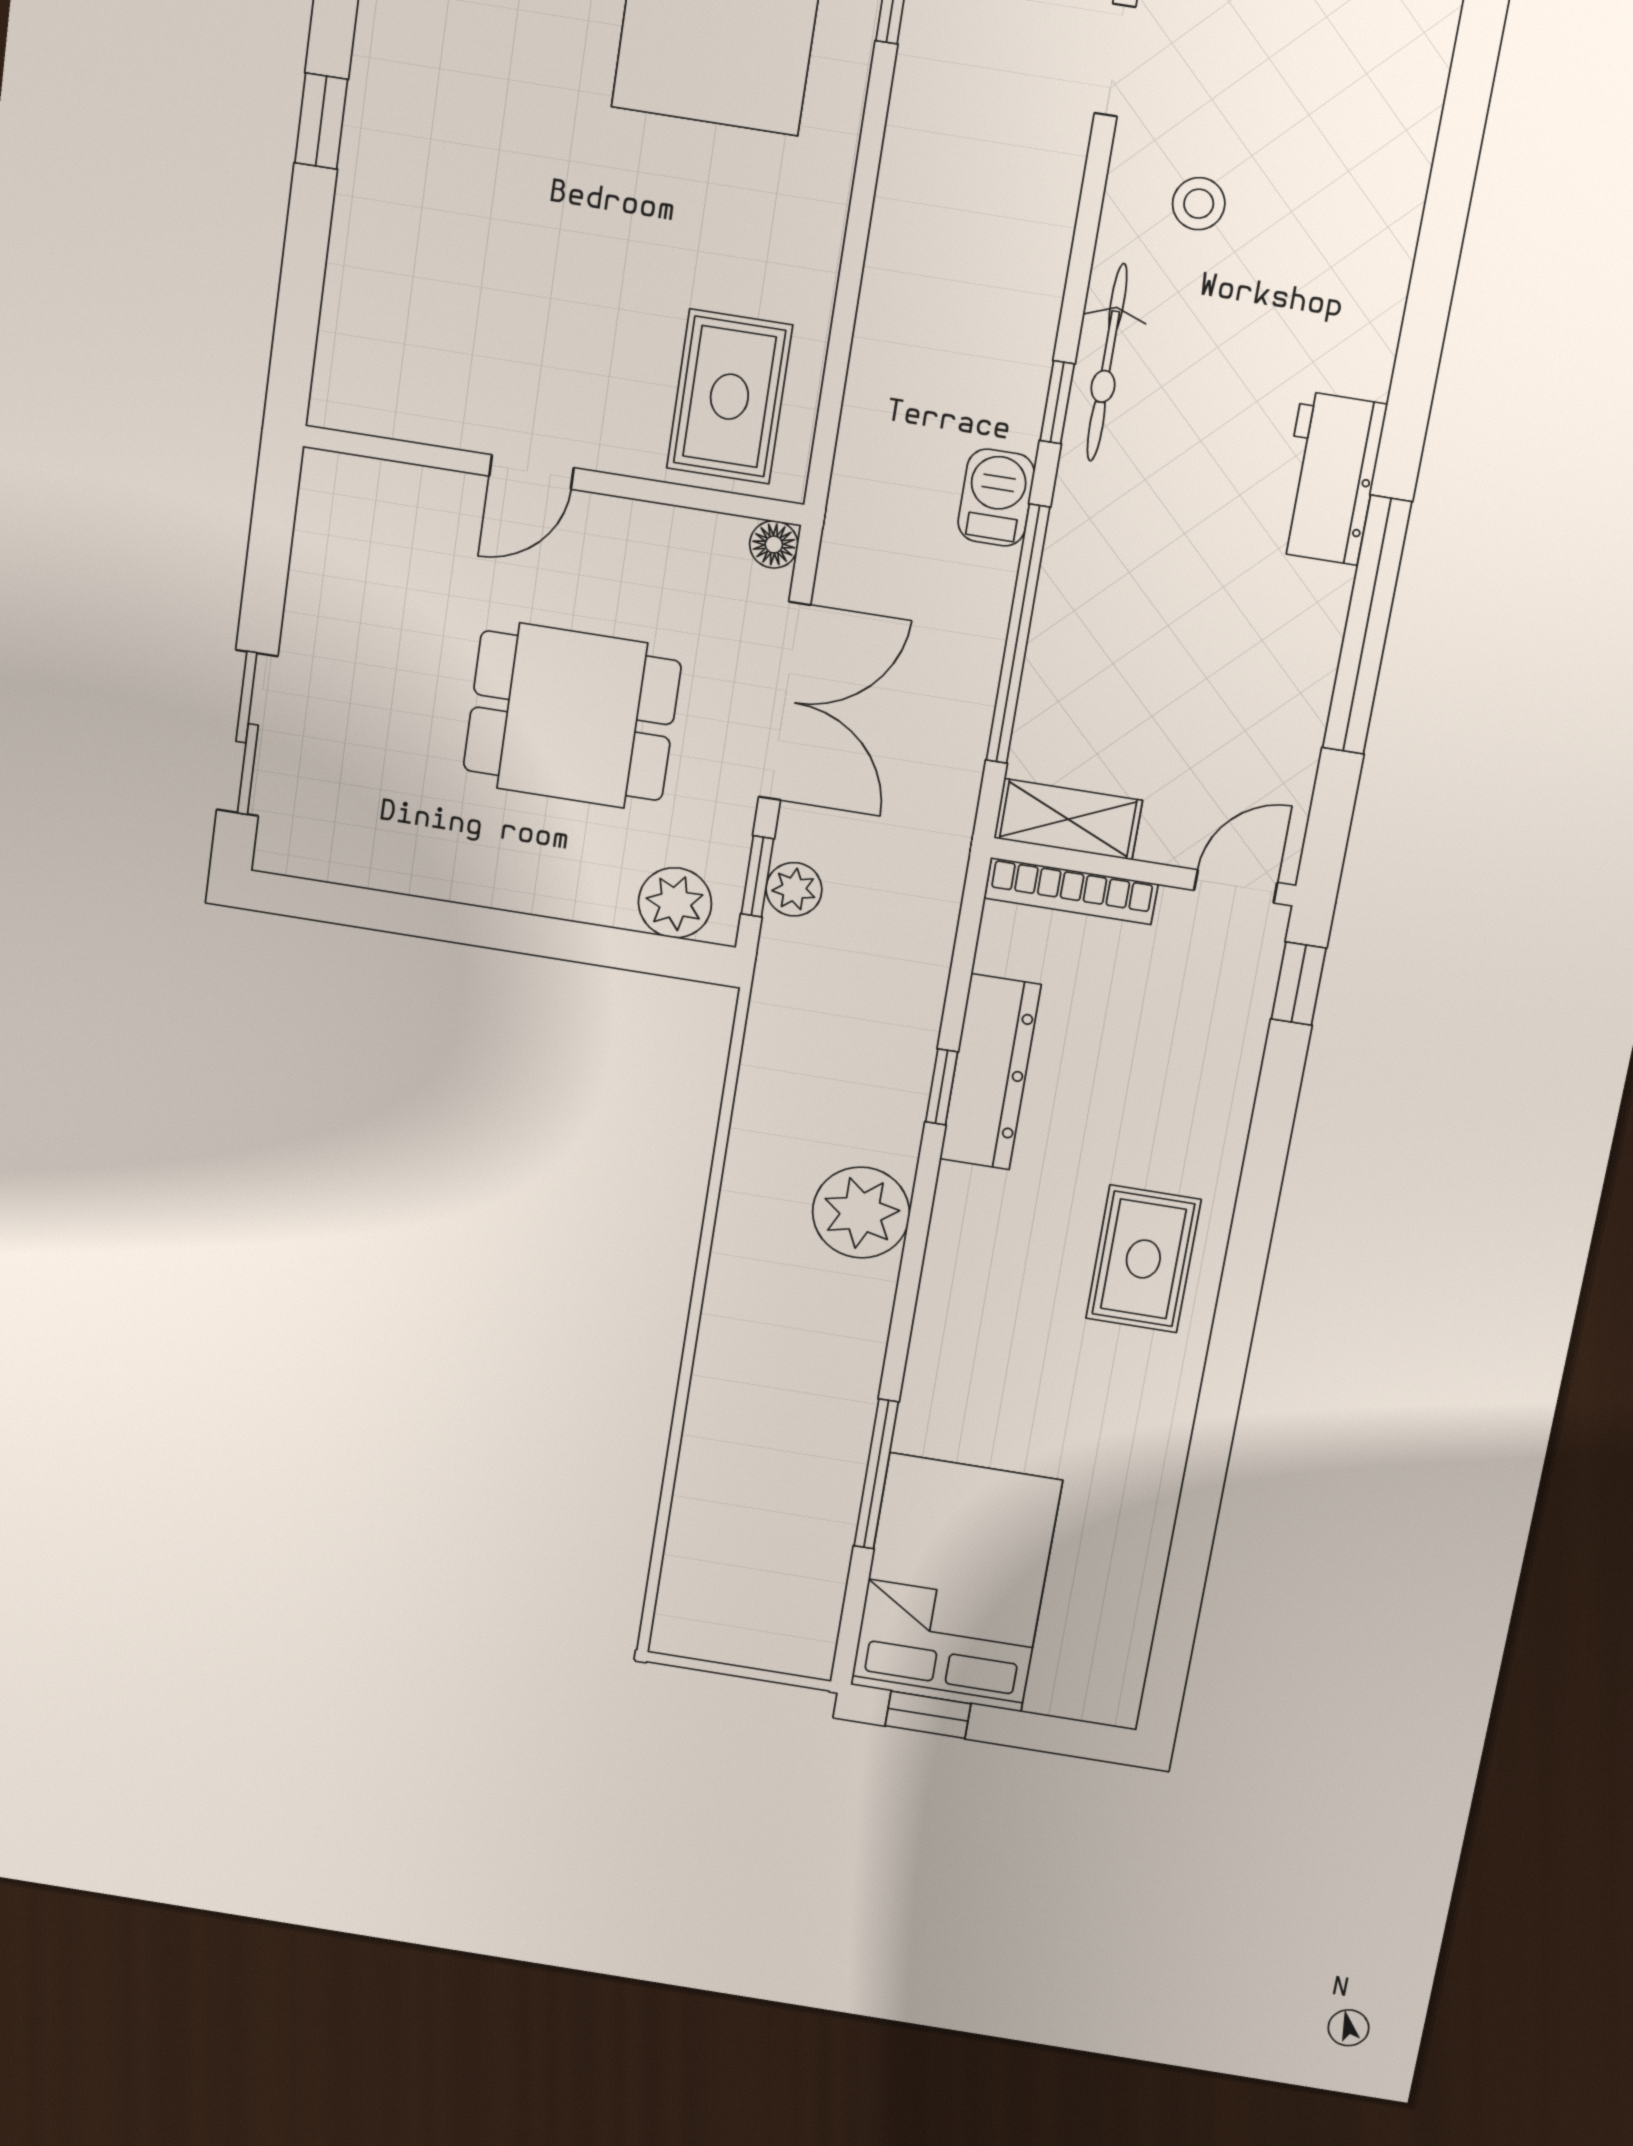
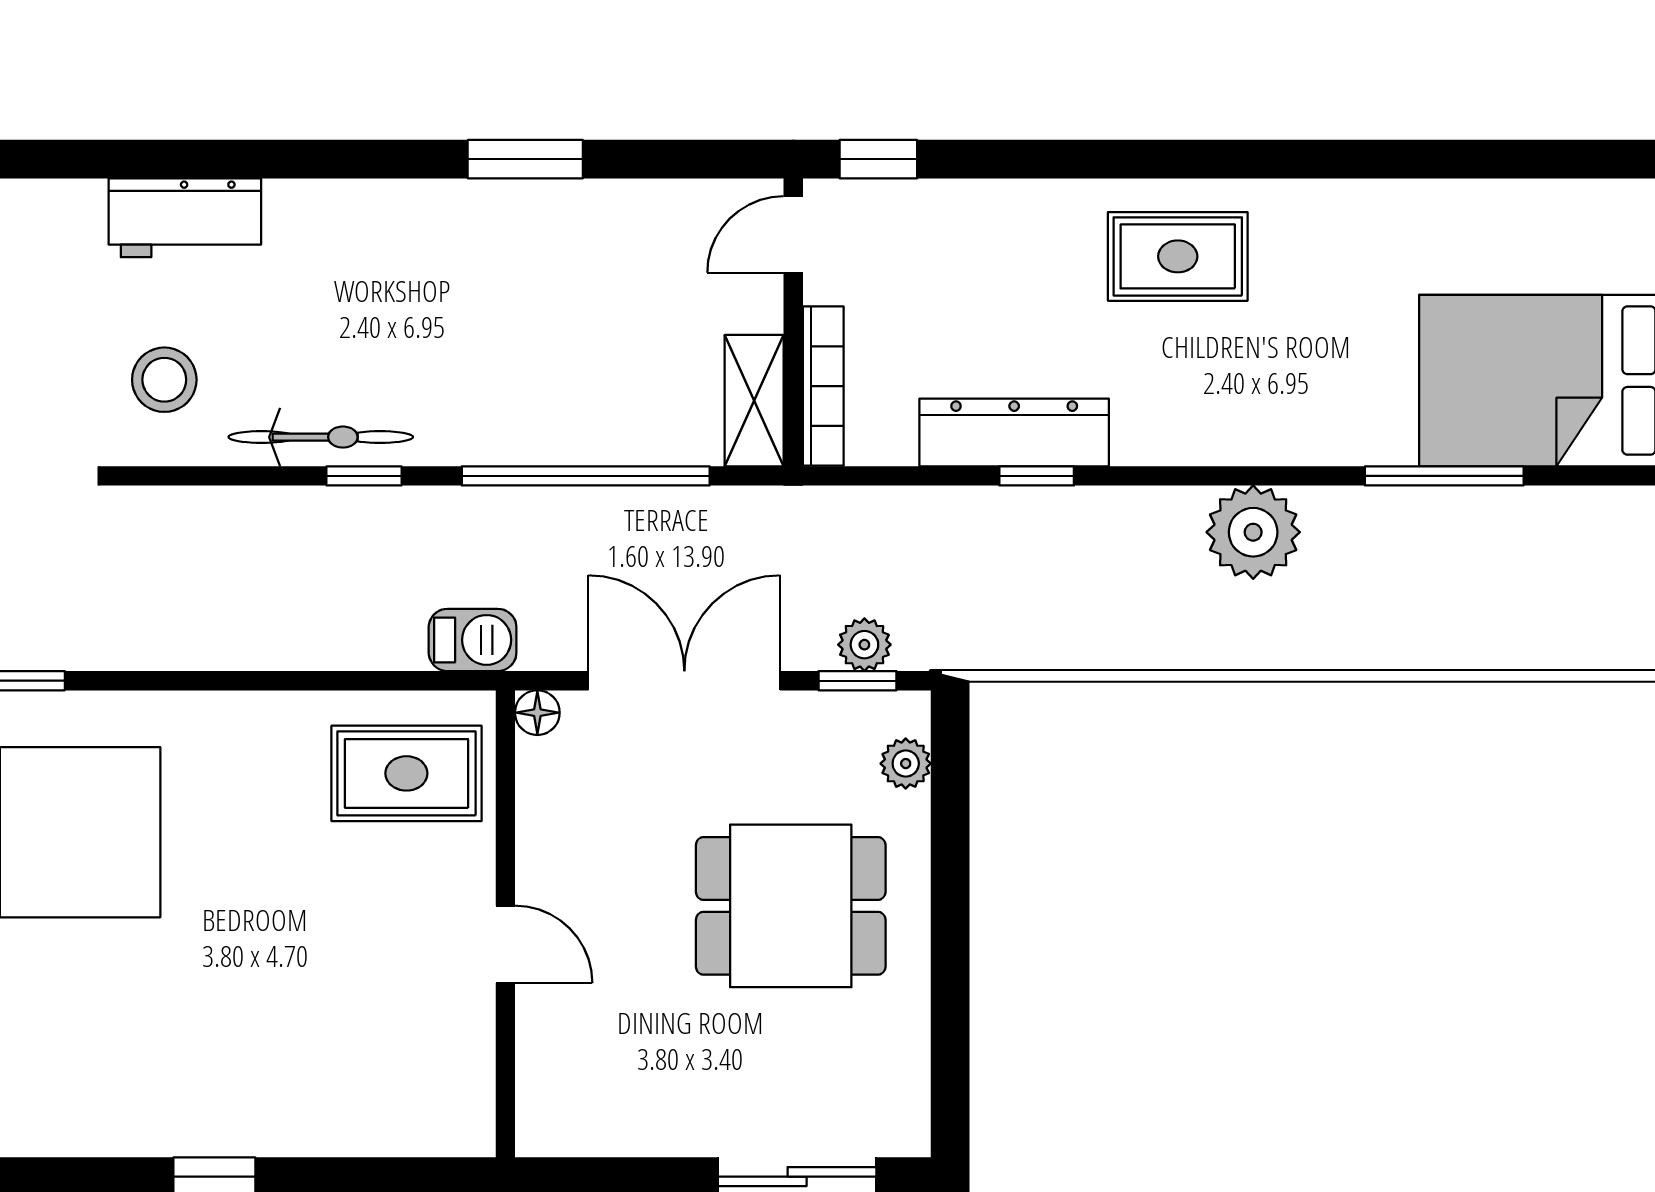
stool: (1199, 204) -> (164, 380), width x1.37, depth x1.37
workbench: (1330, 478) -> (185, 218), moved
barbecue: (996, 498) -> (473, 640), moved, turned 180
window: (1367, 625) -> (525, 159), width x0.47
dining table: (572, 716) -> (791, 906), moved, turned 90
door: (1236, 886) -> (793, 234), hinge flipped
plant: (675, 903) -> (906, 764), width x0.73, depth x0.73
plant: (861, 1213) -> (1253, 532), moved

